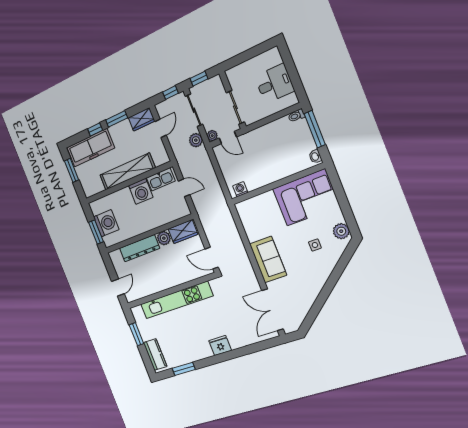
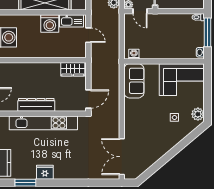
plant: (164, 238) -> (54, 69), removed
dresser: (140, 248) -> (36, 105), moved, turned 180
door: (212, 258) -> (88, 99), swing flipped
sofa: (268, 259) -> (134, 81), moved
fridge: (220, 346) -> (45, 172), moved

